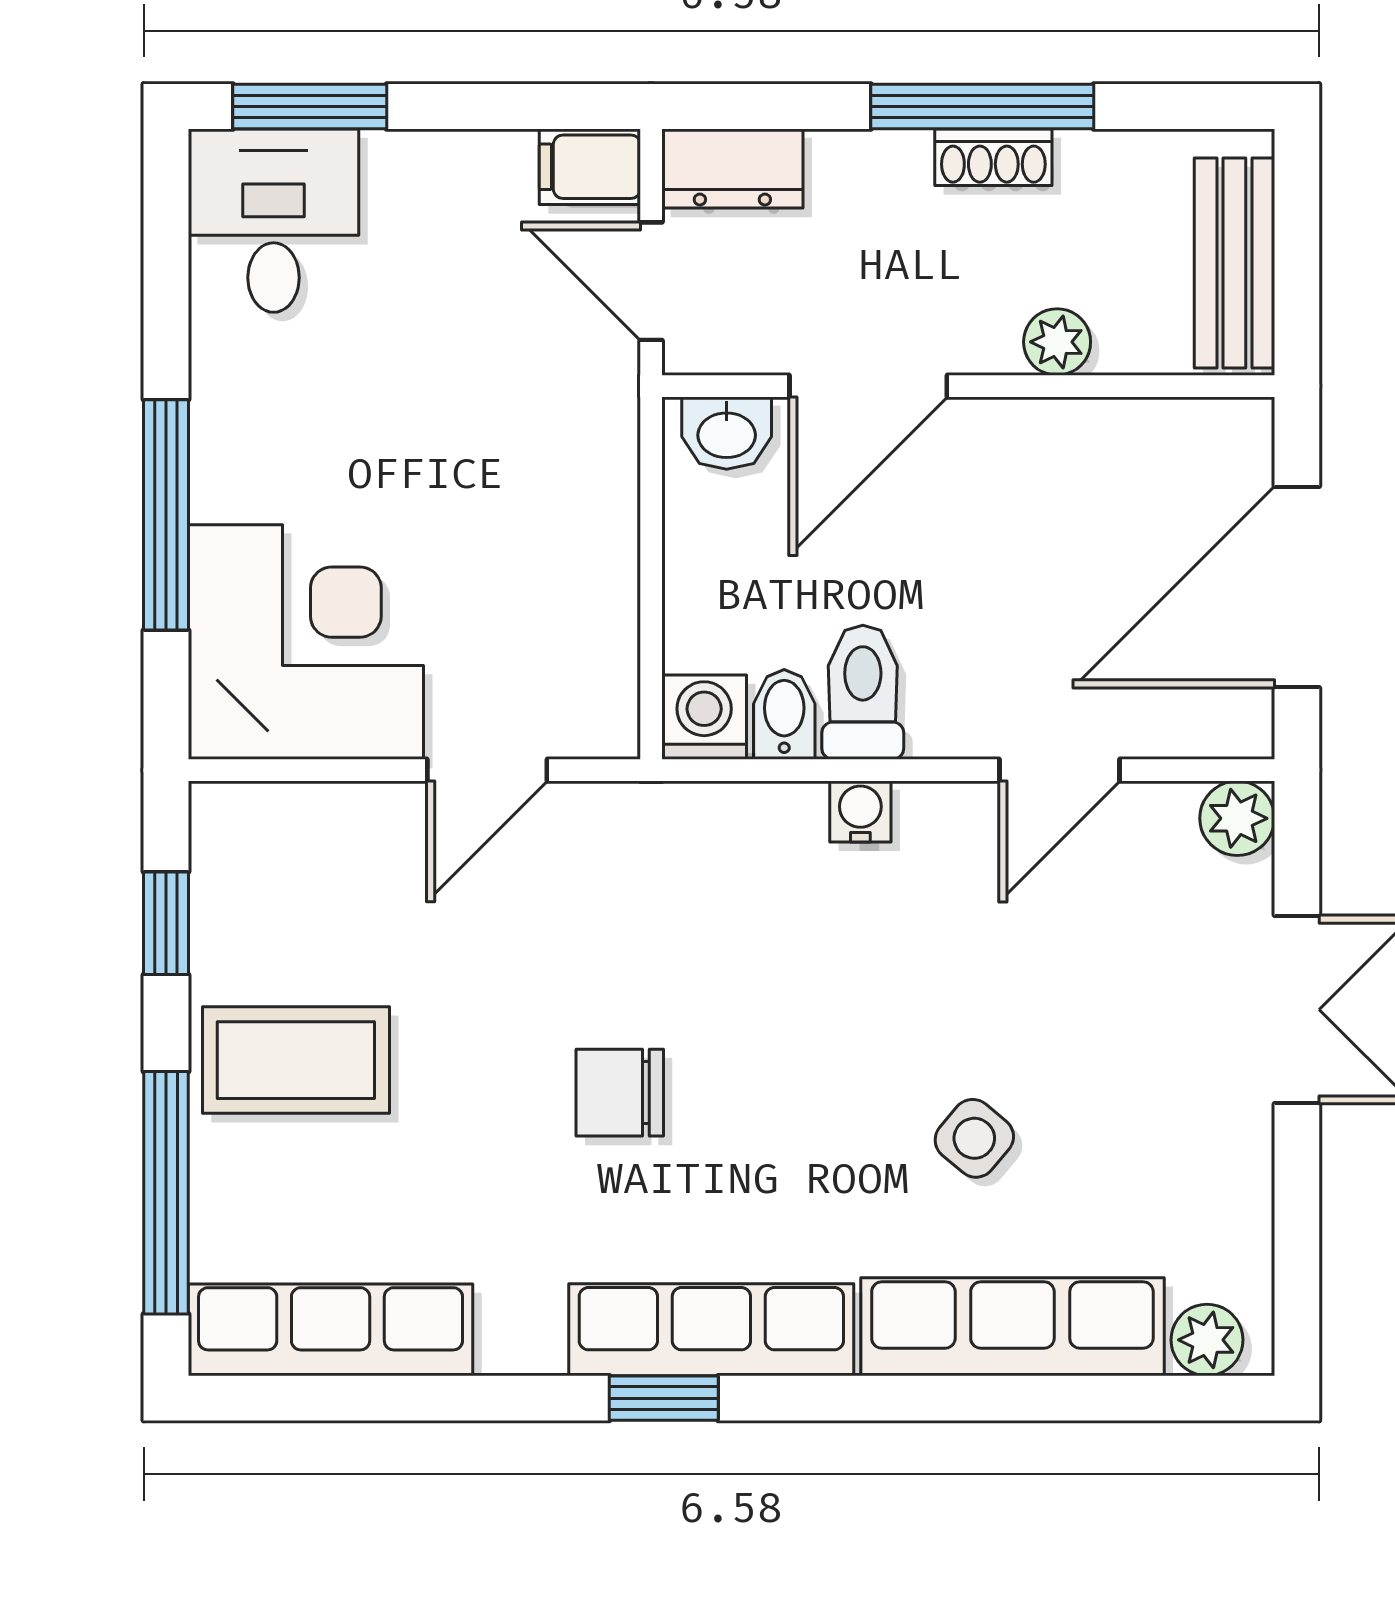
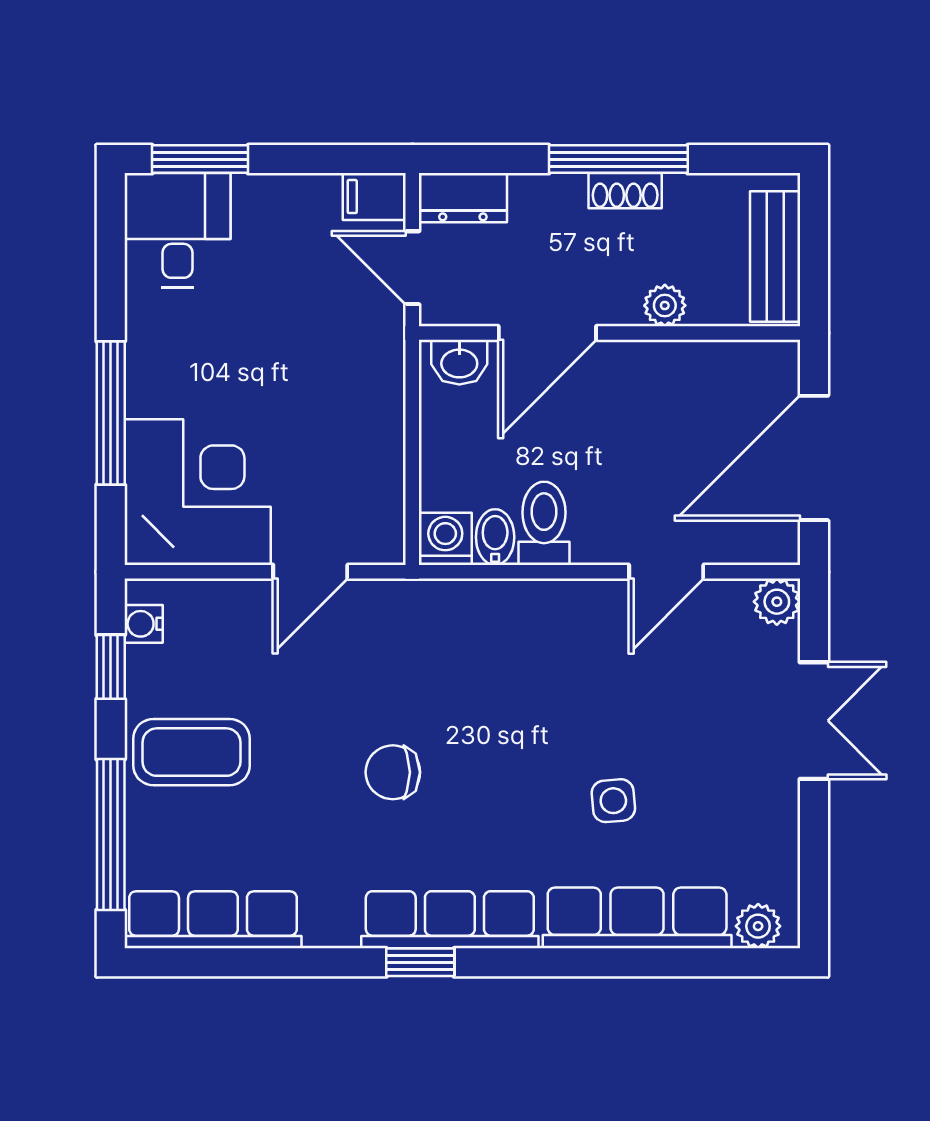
water cooler: (860, 811) -> (144, 624), moved, turned -90
side table: (974, 1138) -> (613, 801), turned 45

